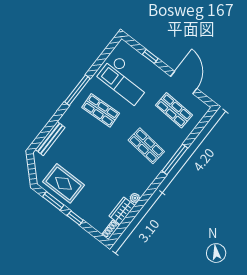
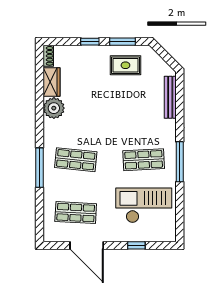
rug: (64, 183) -> (125, 65), width x0.73, depth x0.70
plant: (135, 198) -> (54, 108), width x1.88, depth x1.88

